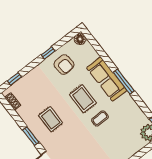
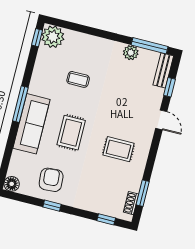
coffee table: (100, 118) -> (78, 79), moved
rug: (51, 119) -> (118, 149), turned 90
window: (31, 136) -> (143, 193), moved

